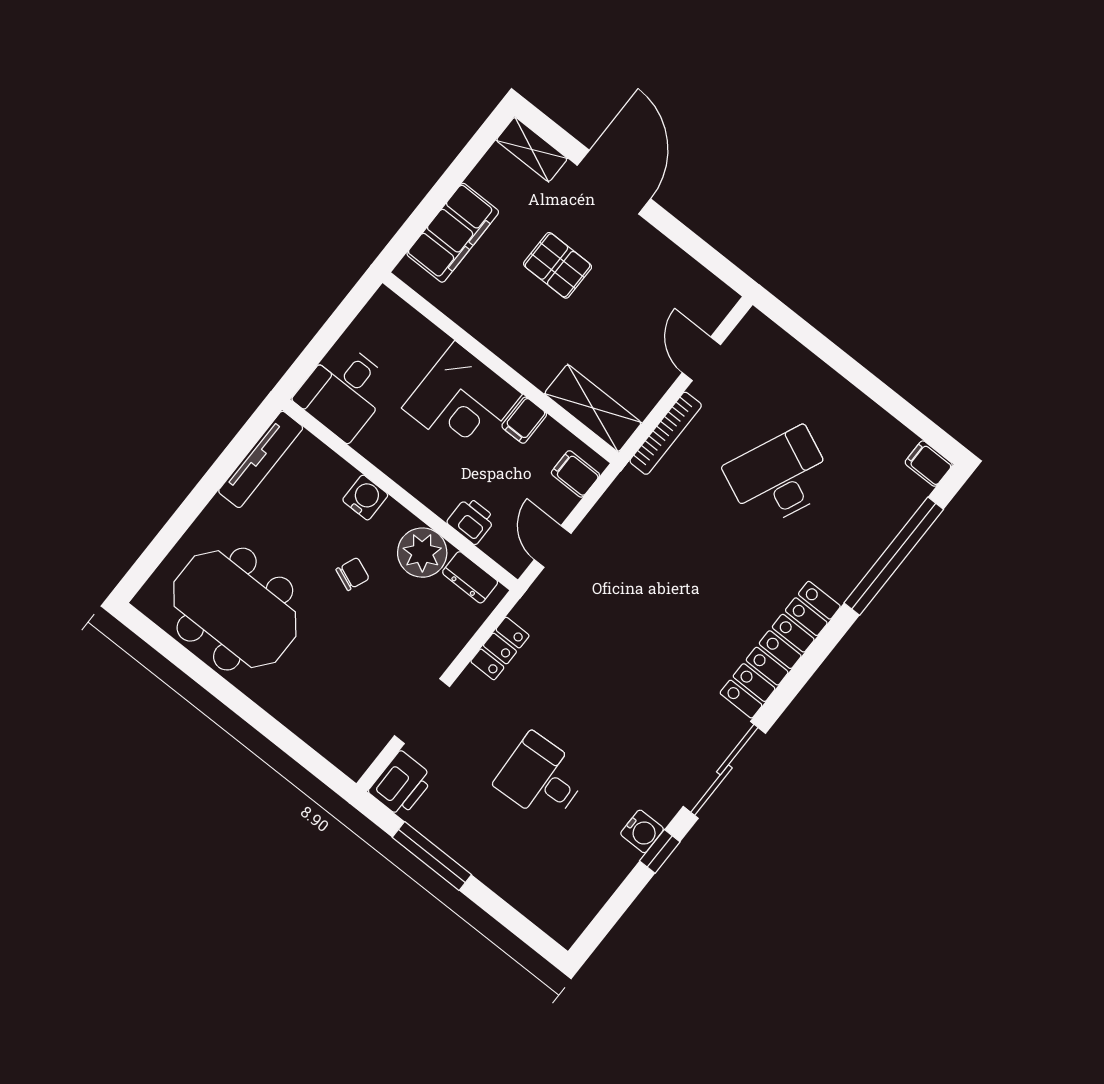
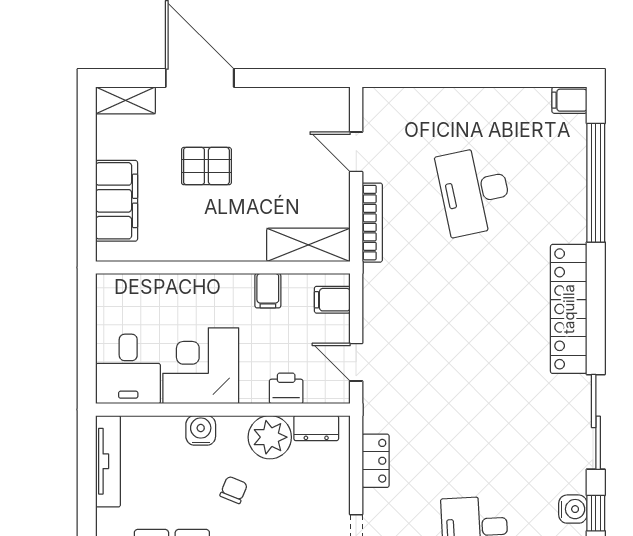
corner desk: (462, 401) -> (201, 366), moved, turned 180
desk: (779, 478) -> (475, 191), turned -36

